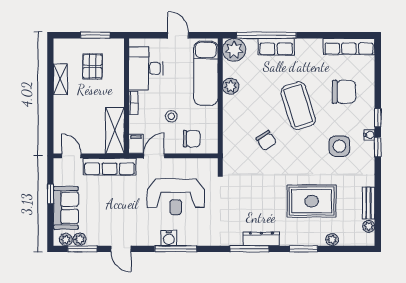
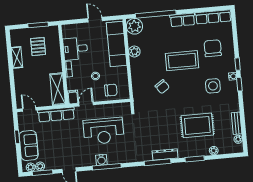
row of seats: (276, 47) -> (182, 20), moved
desk: (146, 68) -> (75, 49), width x0.73
chair: (344, 92) -> (213, 48), turned -90
coffee table: (298, 106) -> (182, 61), turned -73

